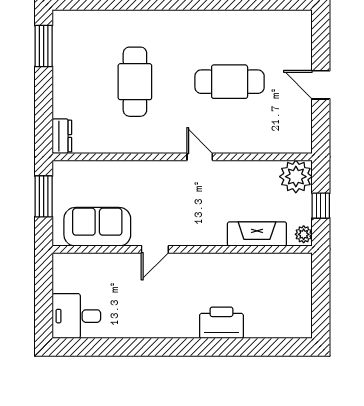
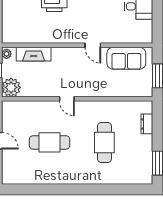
dresser: (62, 136) -> (147, 124), moved
door: (155, 249) -> (93, 45), swing flipped

